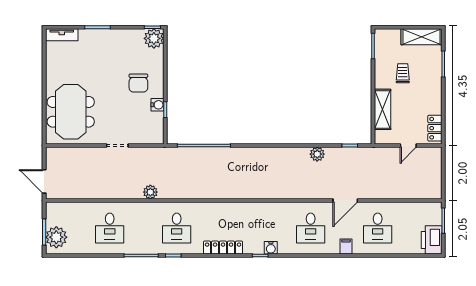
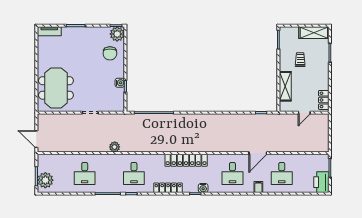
chair: (138, 83) -> (110, 53), moved
plant: (317, 154) -> (237, 119), removed
locker: (248, 210) -> (186, 160), added

